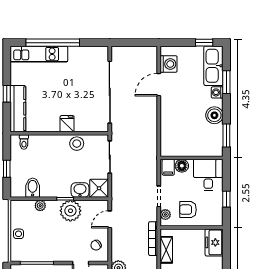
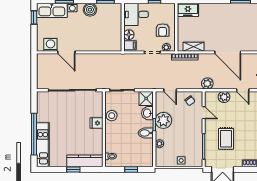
bidet: (33, 188) -> (146, 133), moved

